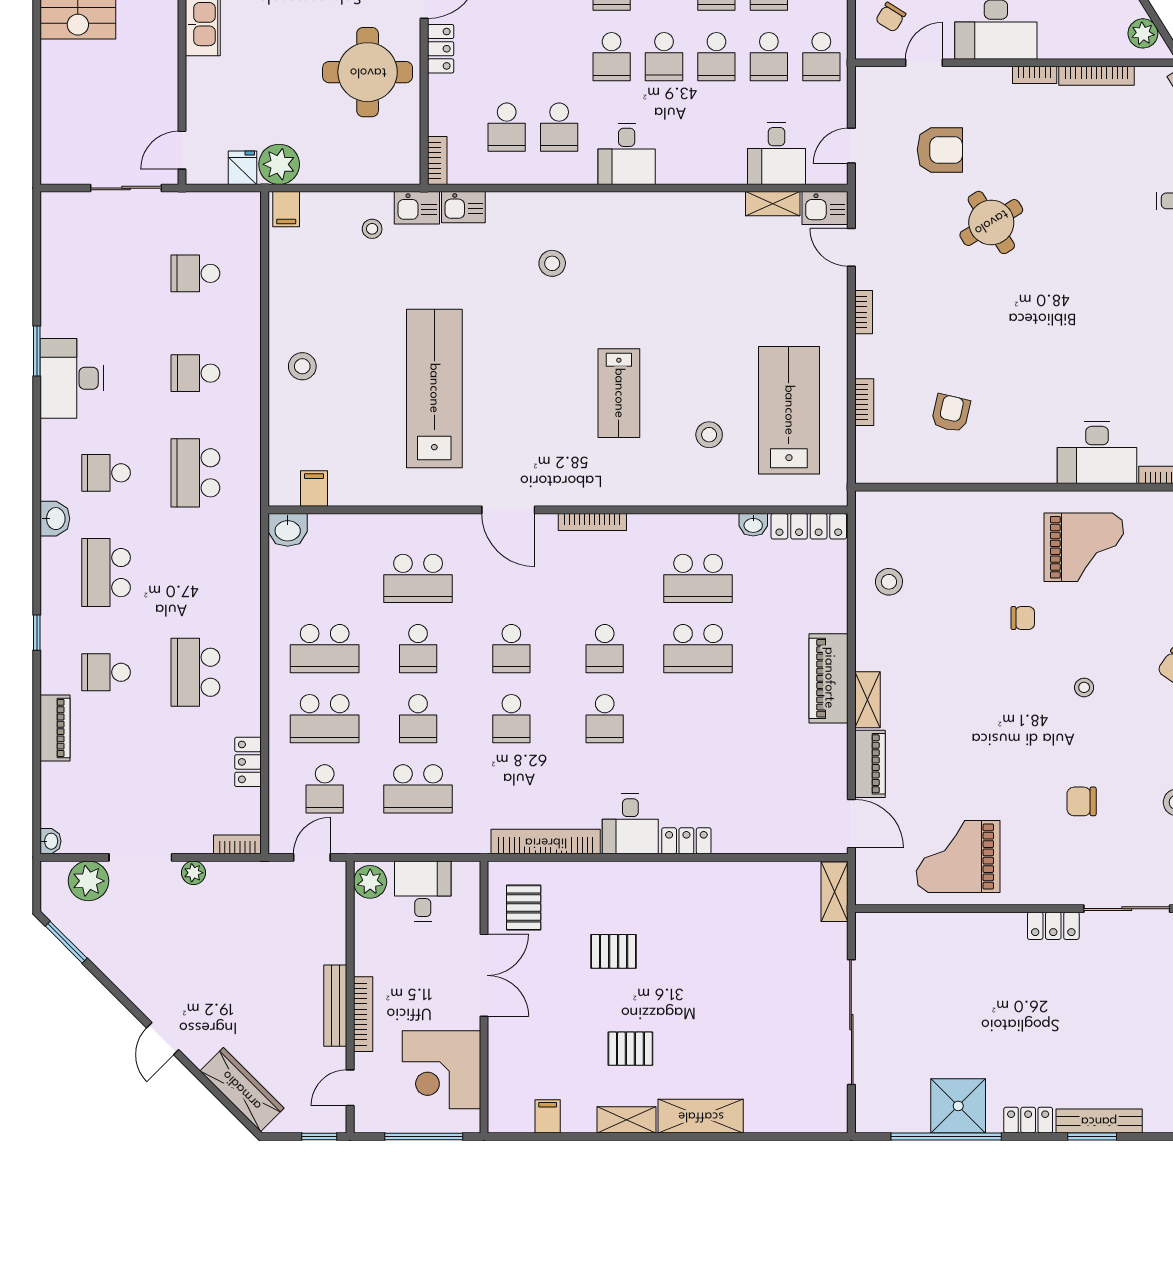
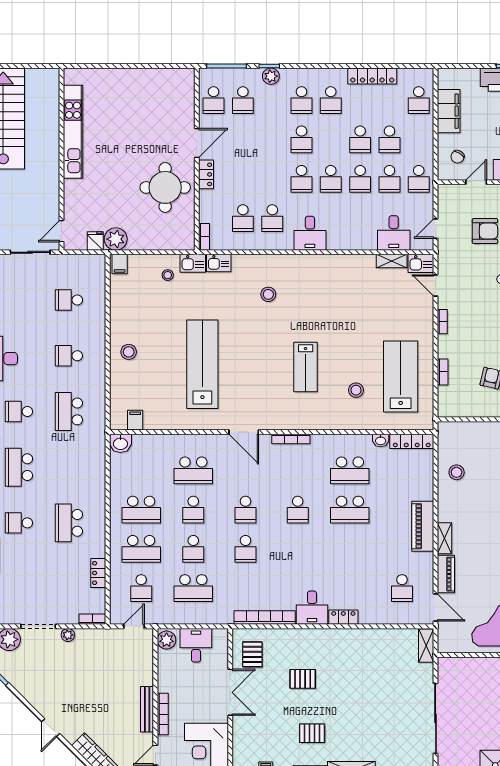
school desk: (605, 719) -> (402, 588), moved

